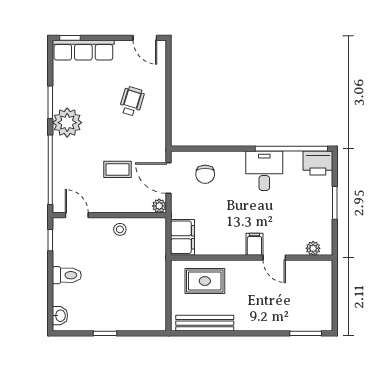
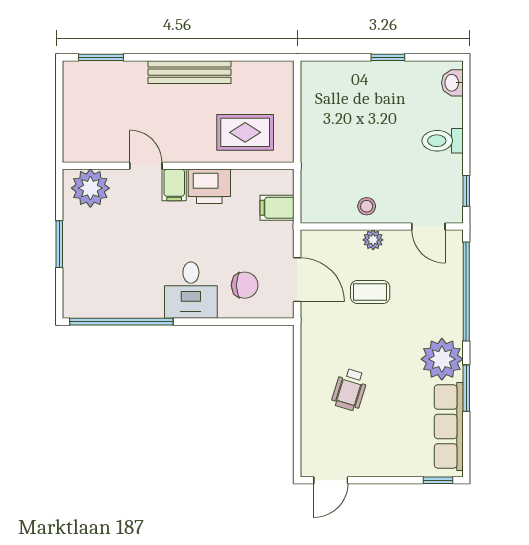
door: (145, 38) -> (331, 480), swing flipped
row of seats: (83, 50) -> (449, 426), moved, turned -90
printer: (318, 163) -> (209, 186), moved, turned 180
desk: (264, 171) -> (191, 290), moved
chair: (205, 174) -> (245, 285), turned 90
plant: (159, 206) -> (373, 240), moved
filing cabinet: (183, 237) -> (277, 208), width x0.50
plant: (313, 248) -> (90, 188), width x1.88, depth x1.88
bench: (205, 323) -> (190, 72), moved

